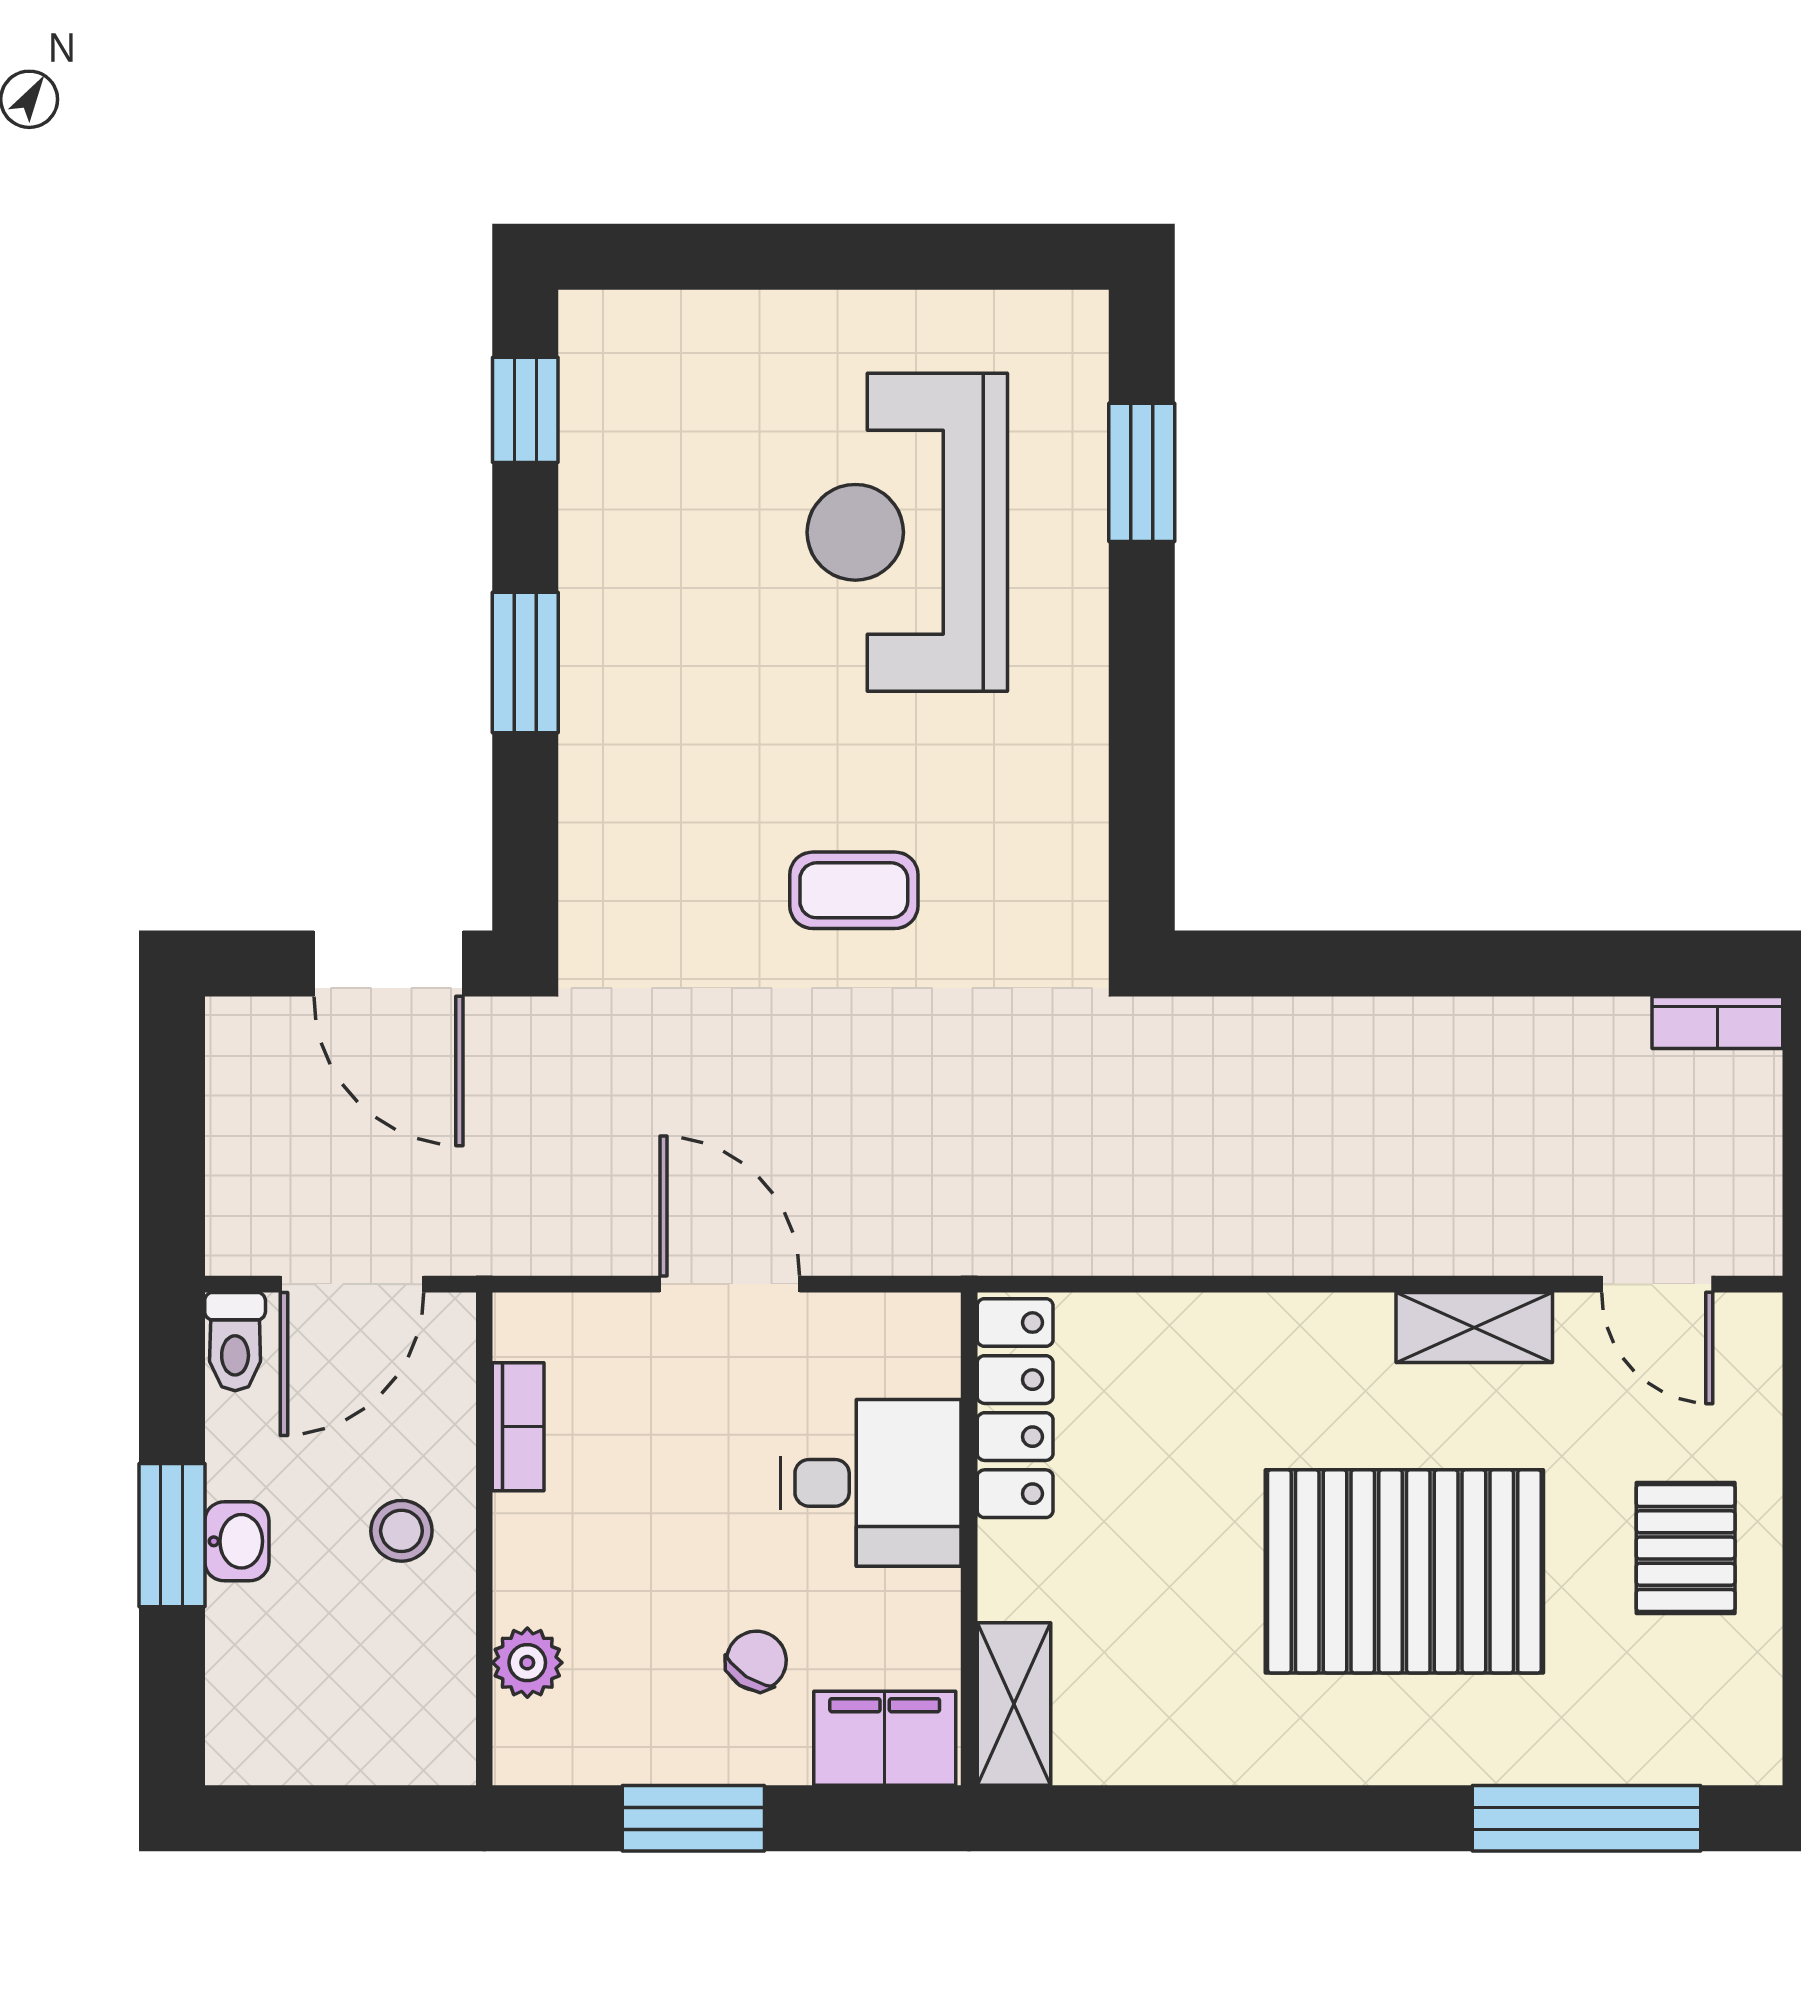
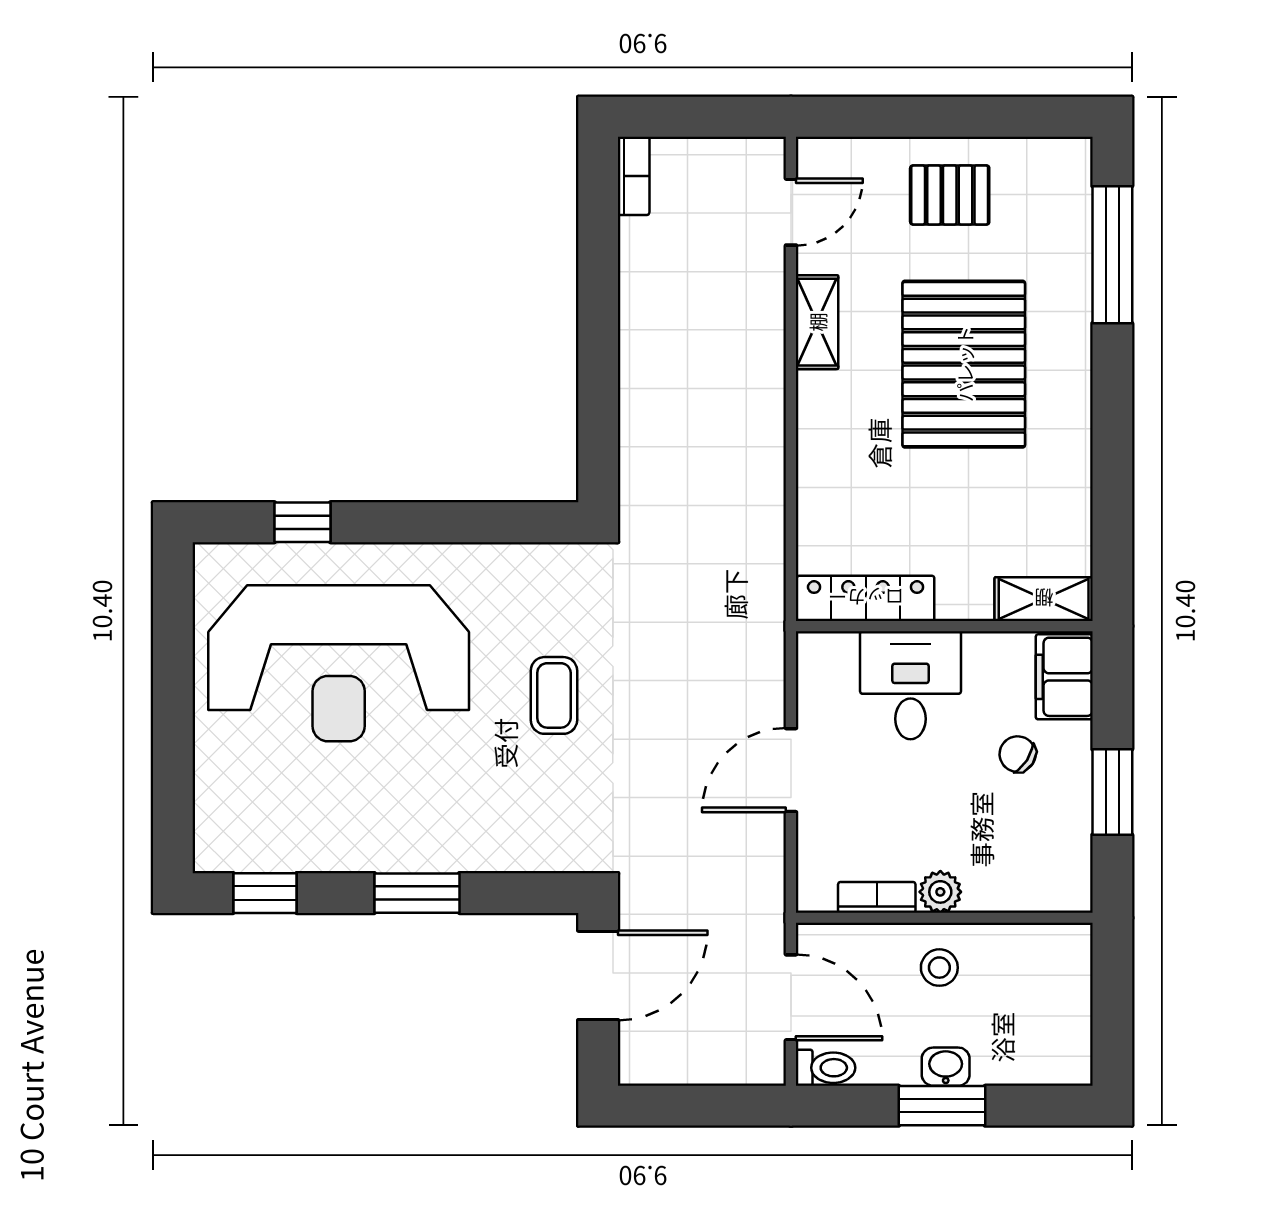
window: (1142, 472) -> (303, 522), width x0.67
reception desk: (907, 532) -> (339, 663), width x1.36, depth x1.30
plant: (527, 1663) -> (940, 892), moved

